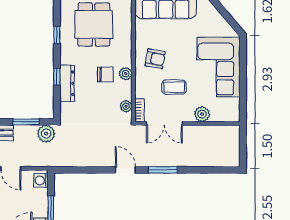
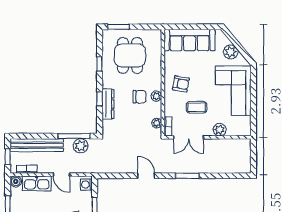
plant: (215, 20) -> (231, 52), added
window: (26, 122) -> (74, 136), width x1.44
plant: (46, 134) -> (81, 146), moved
door: (125, 170) -> (146, 176), moved

